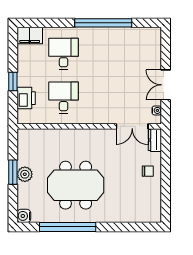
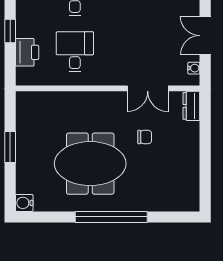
double door: (132, 126) -> (148, 88), moved
chair: (148, 171) -> (145, 137), moved
plant: (25, 174) -> (25, 150), removed
window: (68, 227) -> (111, 217), moved

